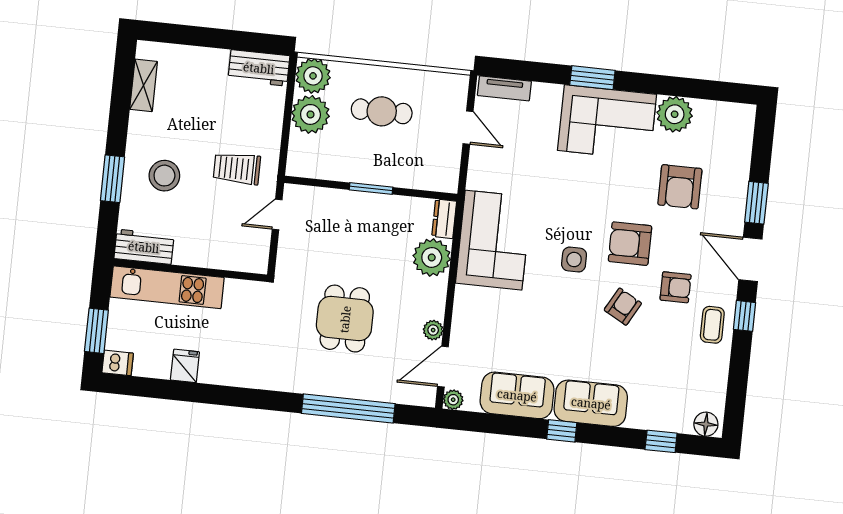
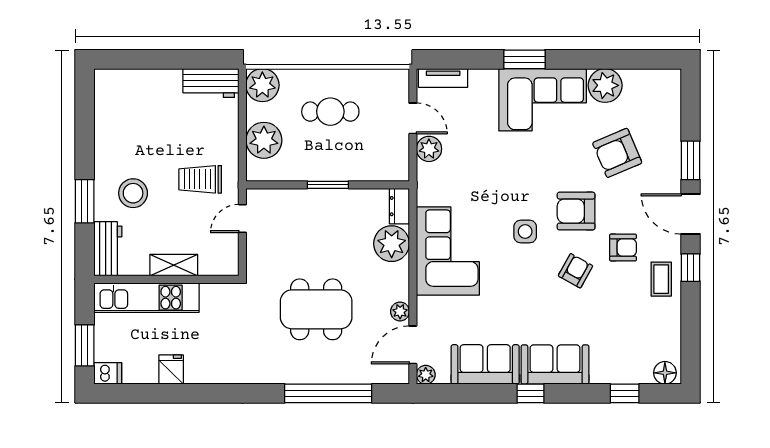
shelving: (144, 85) -> (174, 265), moved, turned 90
plant: (310, 114) -> (264, 140), moved
plant: (482, 162) -> (429, 149), added
armchair: (680, 187) -> (617, 153), turned 67
corner sofa: (494, 240) -> (448, 251), moved
workbench: (144, 247) -> (108, 249), moved, turned 90
dining table: (345, 319) -> (316, 309), width x1.38

